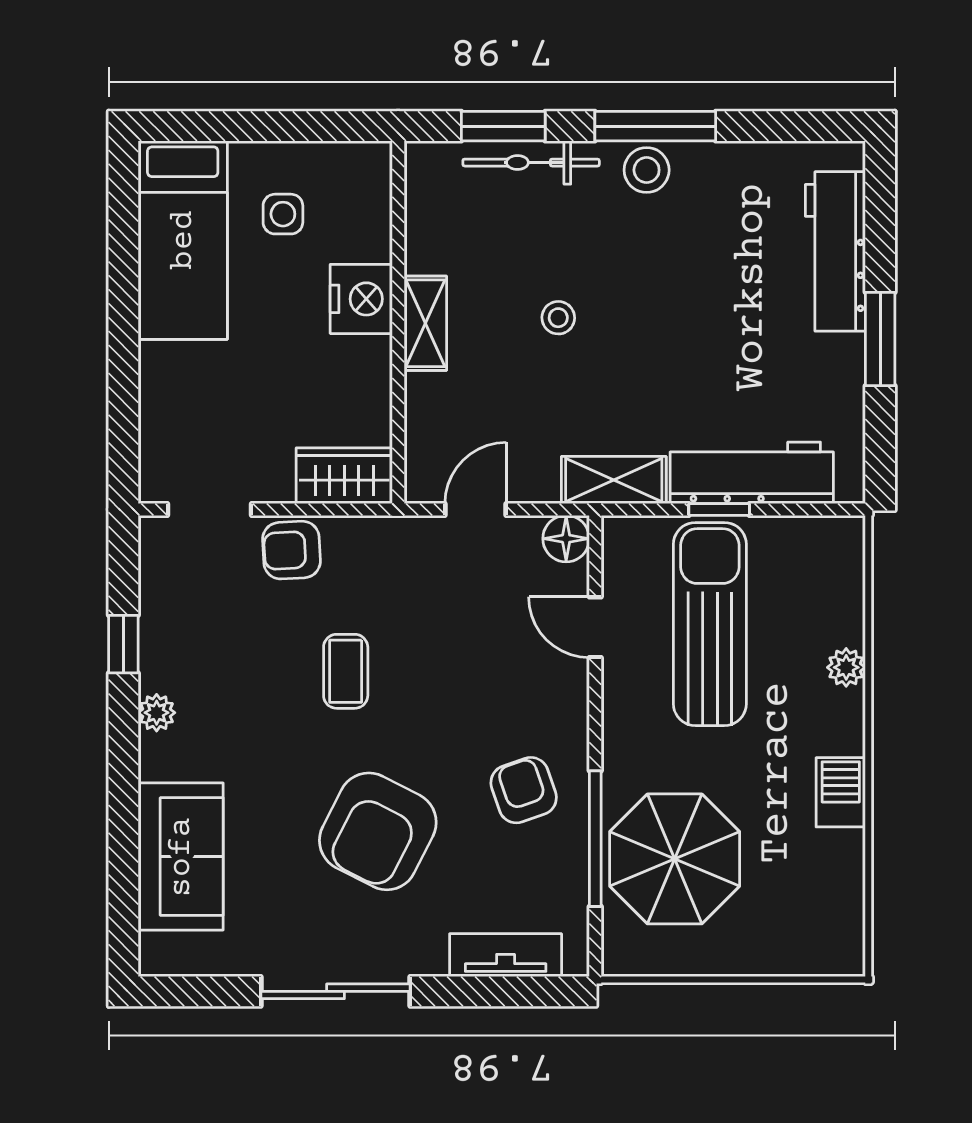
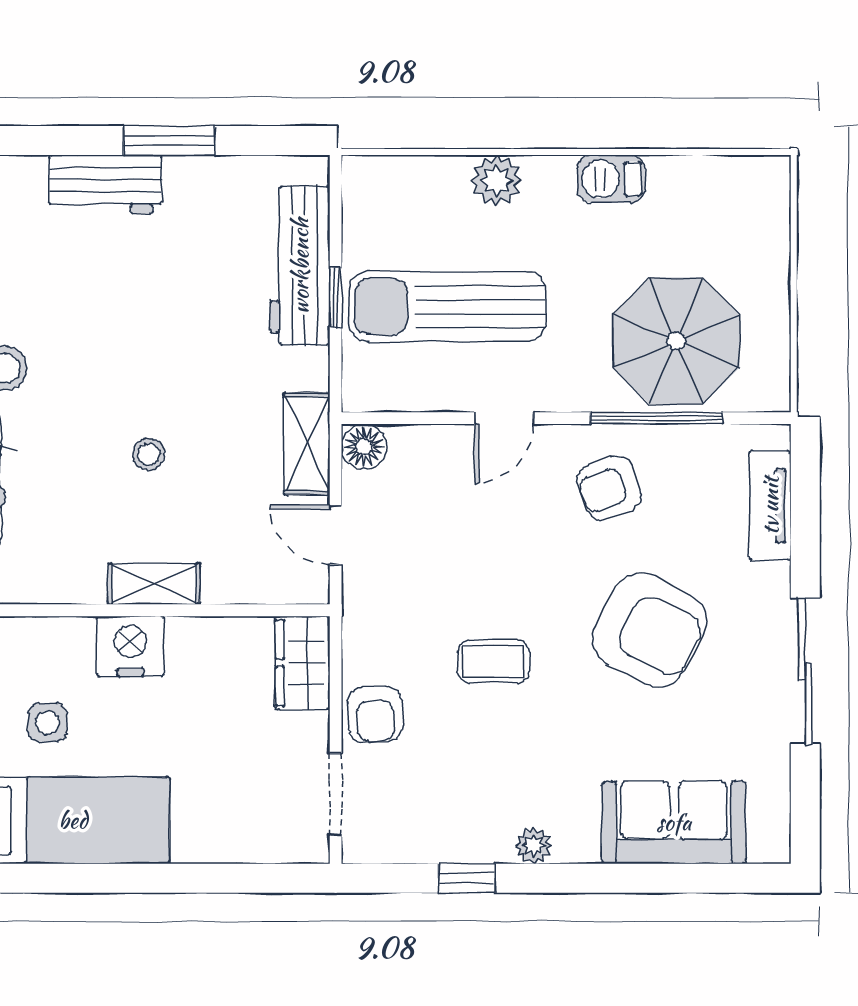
workbench: (835, 251) -> (105, 184), width x0.73
shelving: (614, 480) -> (307, 444), moved
door: (595, 627) -> (504, 418), moved
plant: (846, 667) -> (497, 180), width x1.38, depth x1.38

